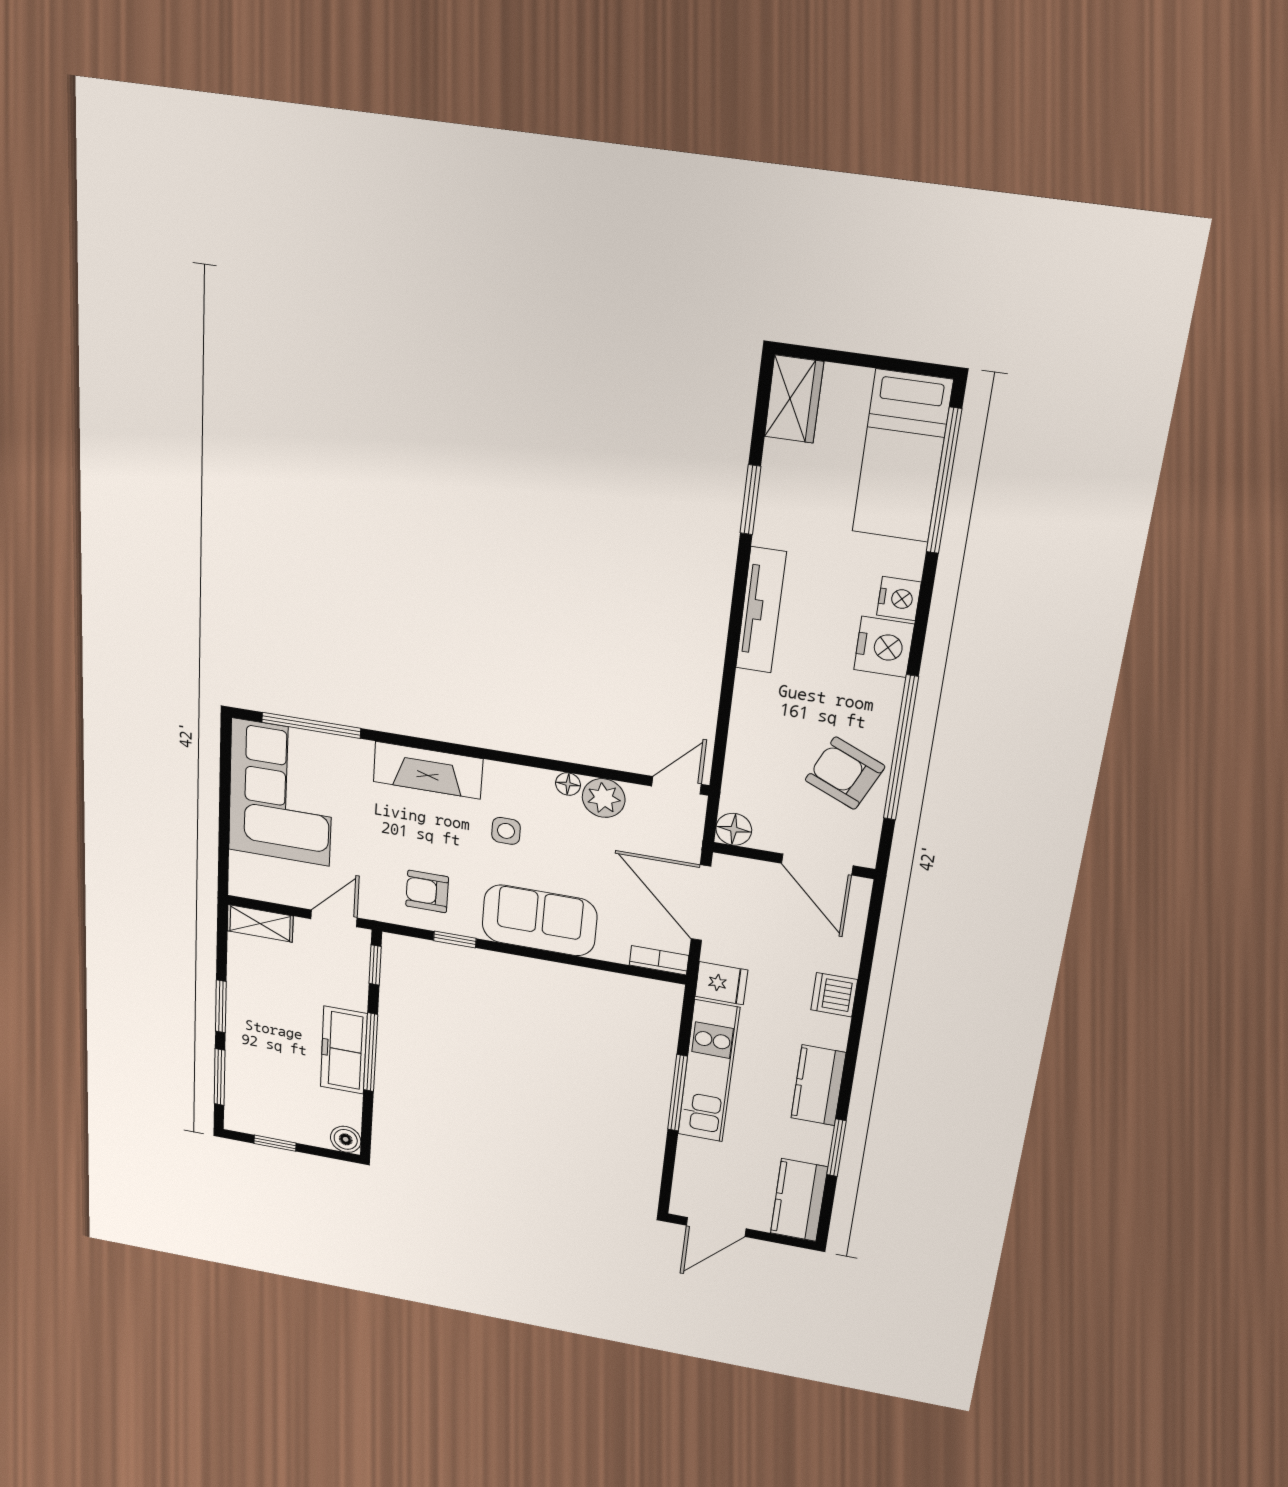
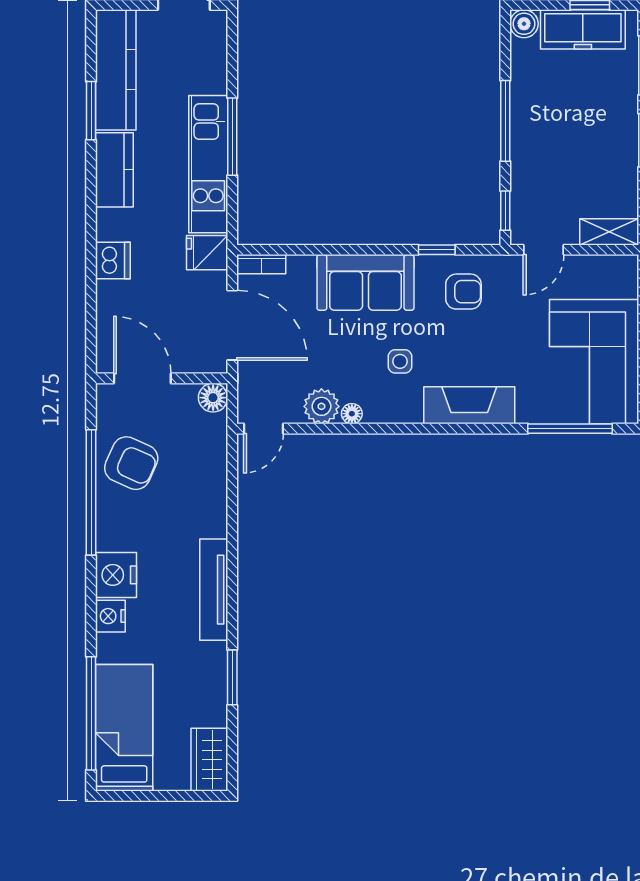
freezer: (344, 1050) -> (583, 29), moved, turned 90
kitchen counter: (799, 1200) -> (116, 70), width x1.50

